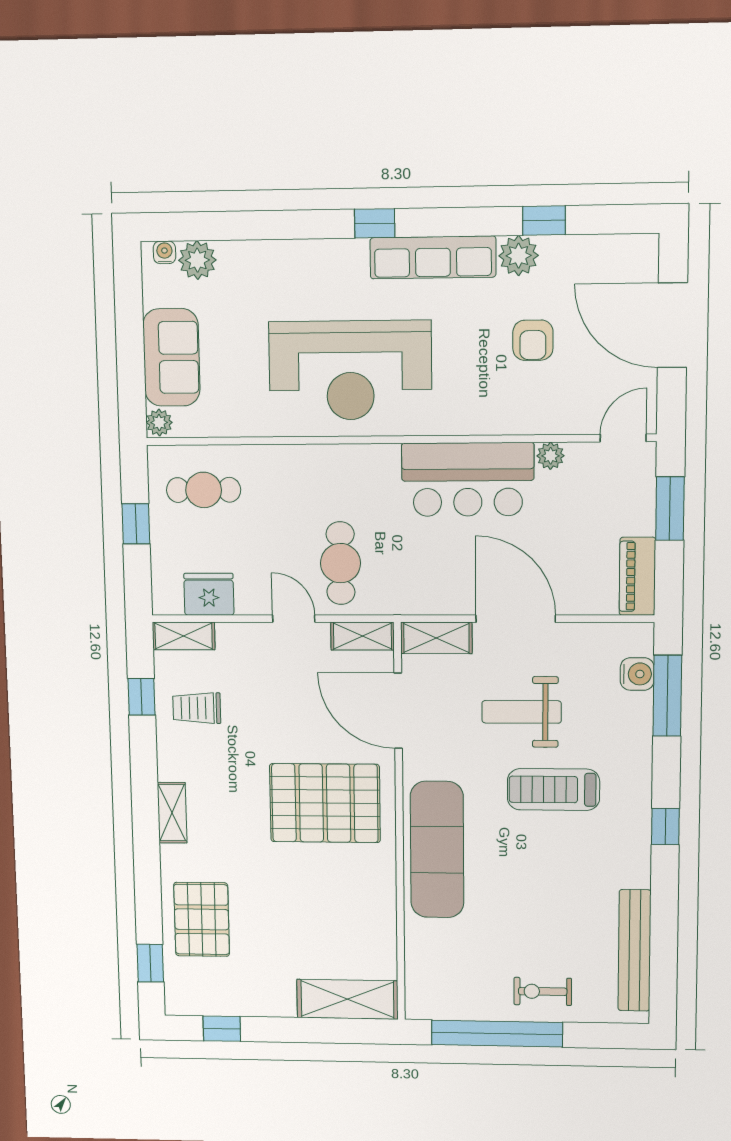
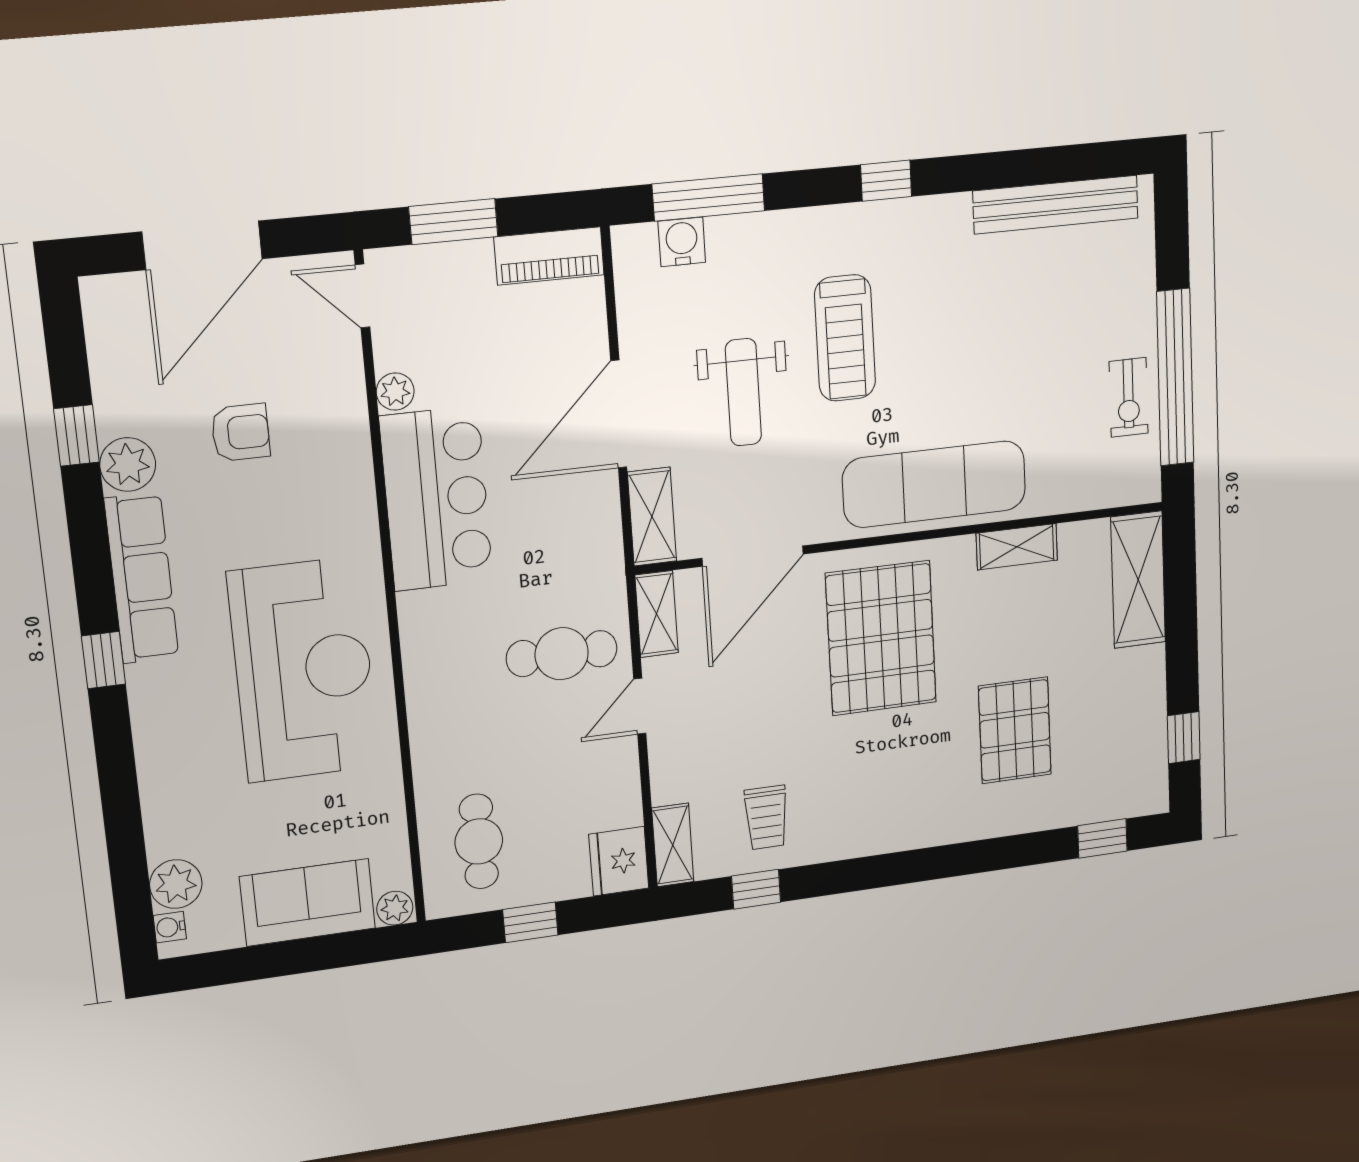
fridge: (209, 594) -> (619, 861), moved
shelving: (172, 813) -> (1017, 547), moved
pallet: (202, 919) -> (1015, 730), moved, turned 90
exercise bike: (543, 991) -> (1129, 397), moved

